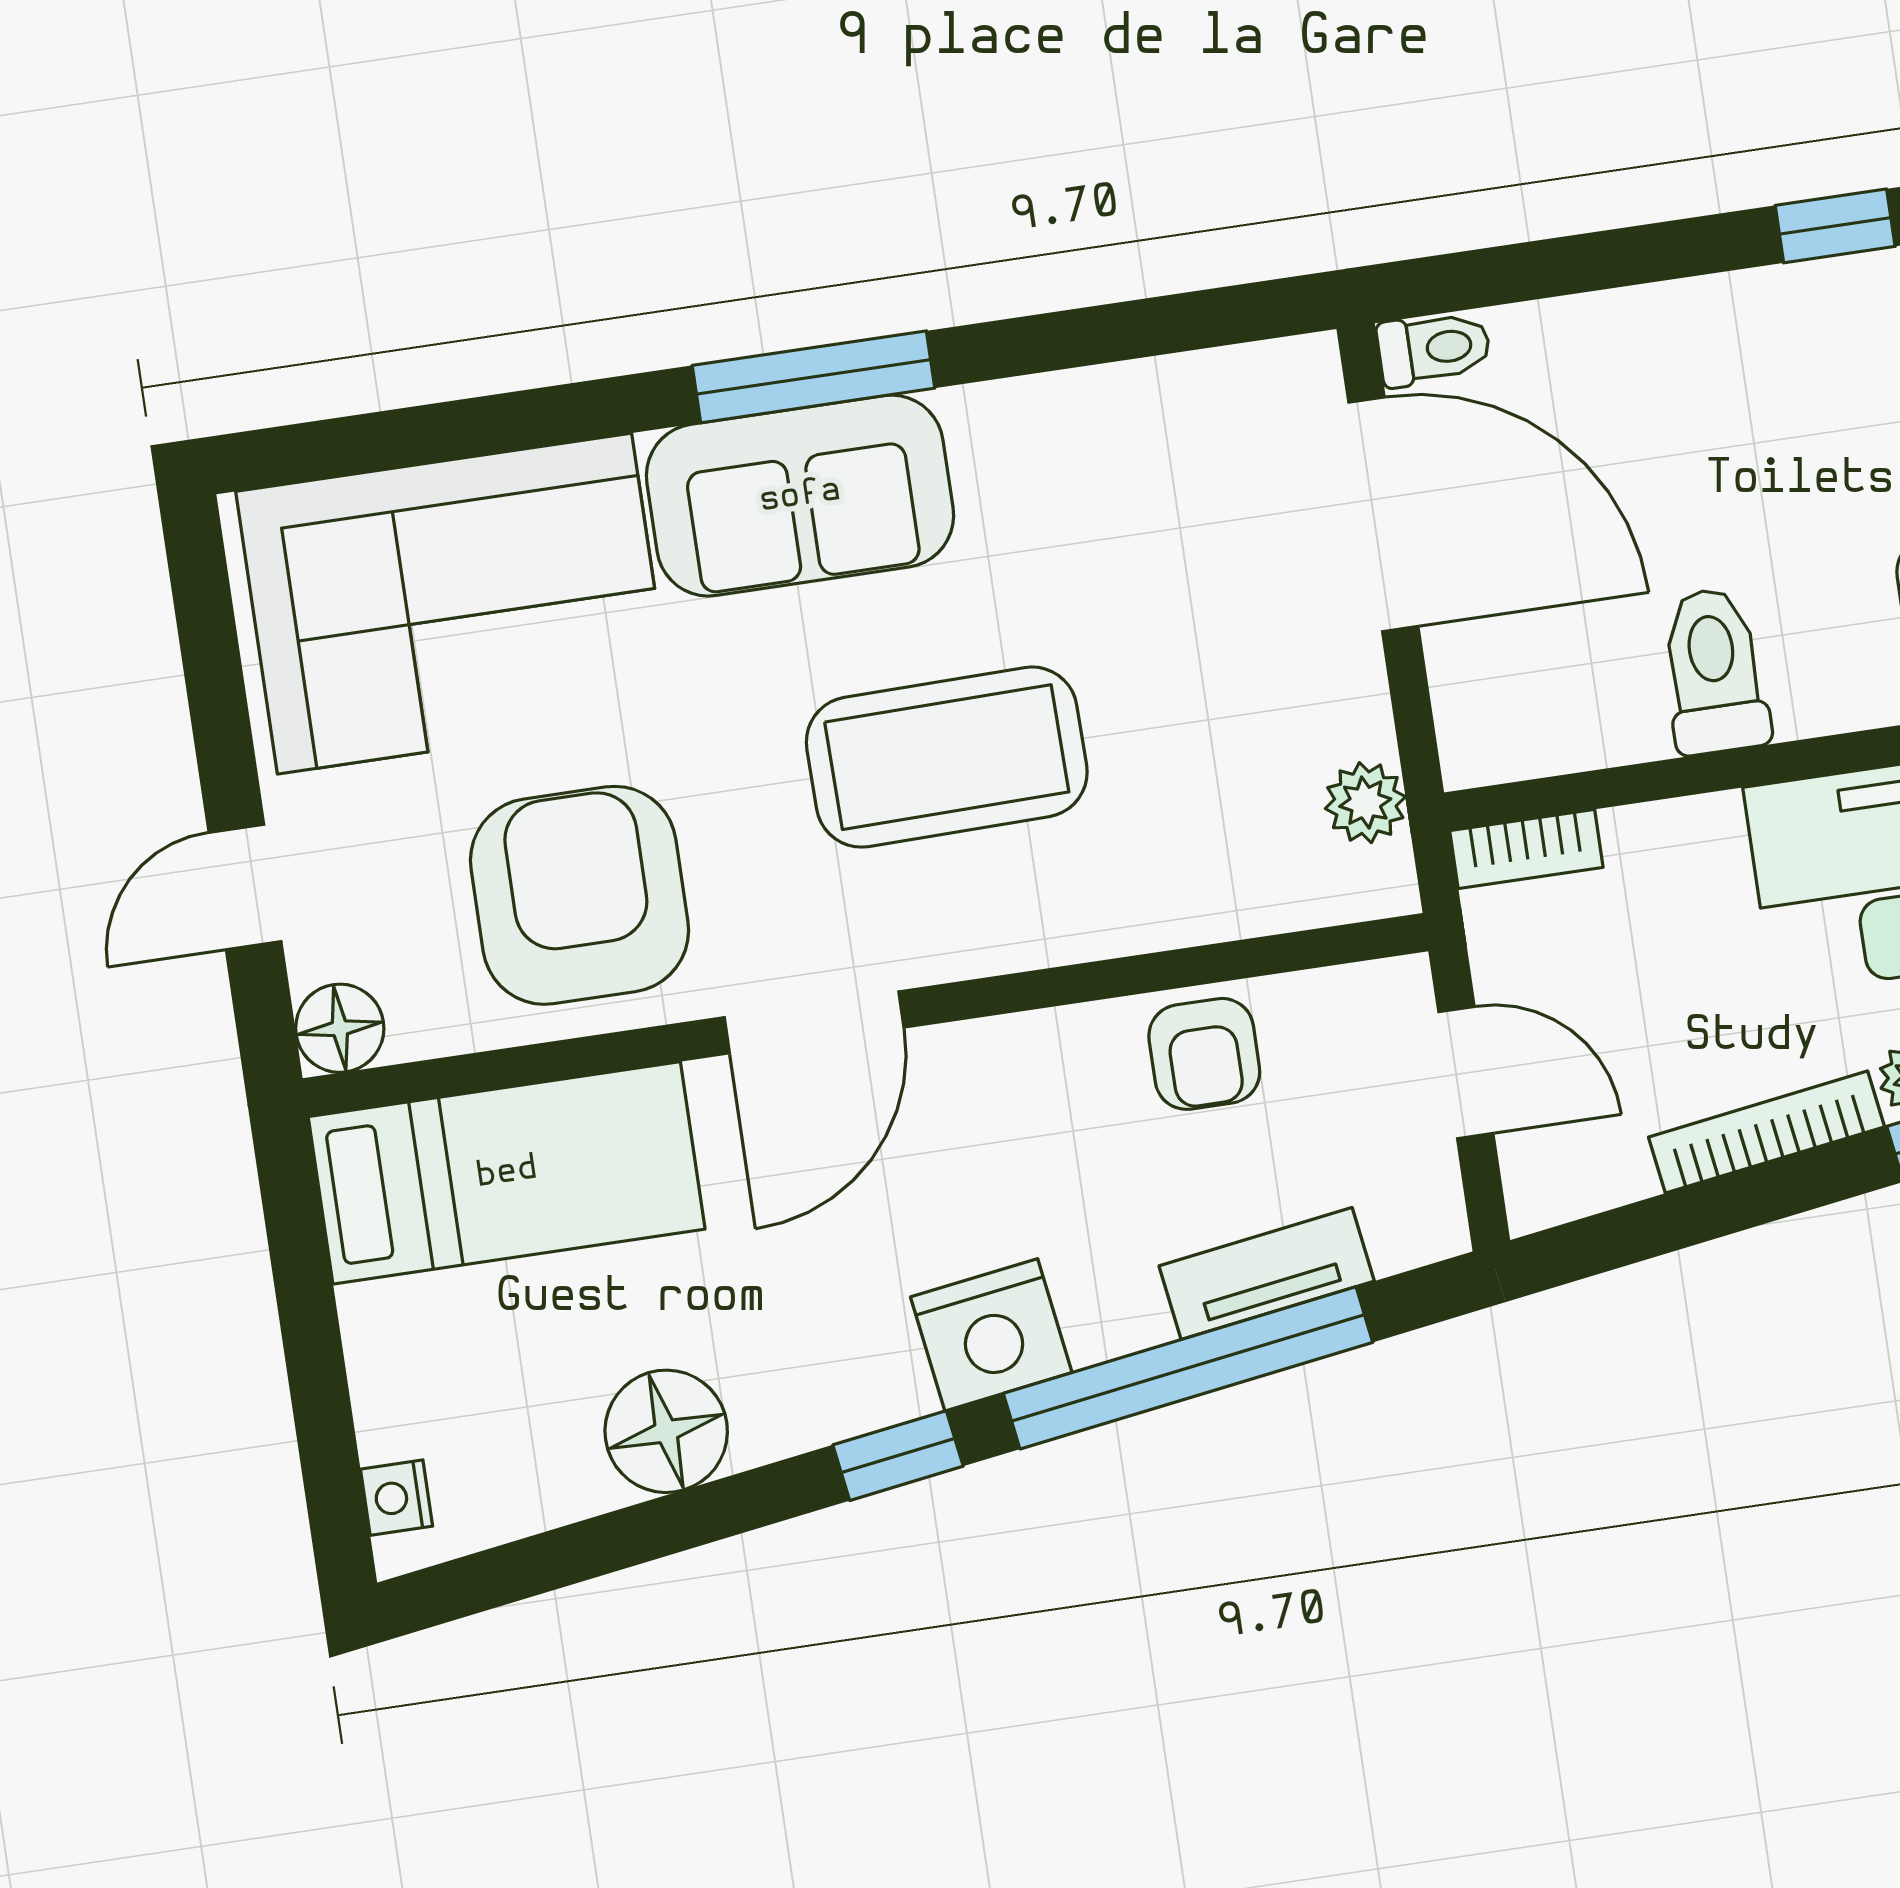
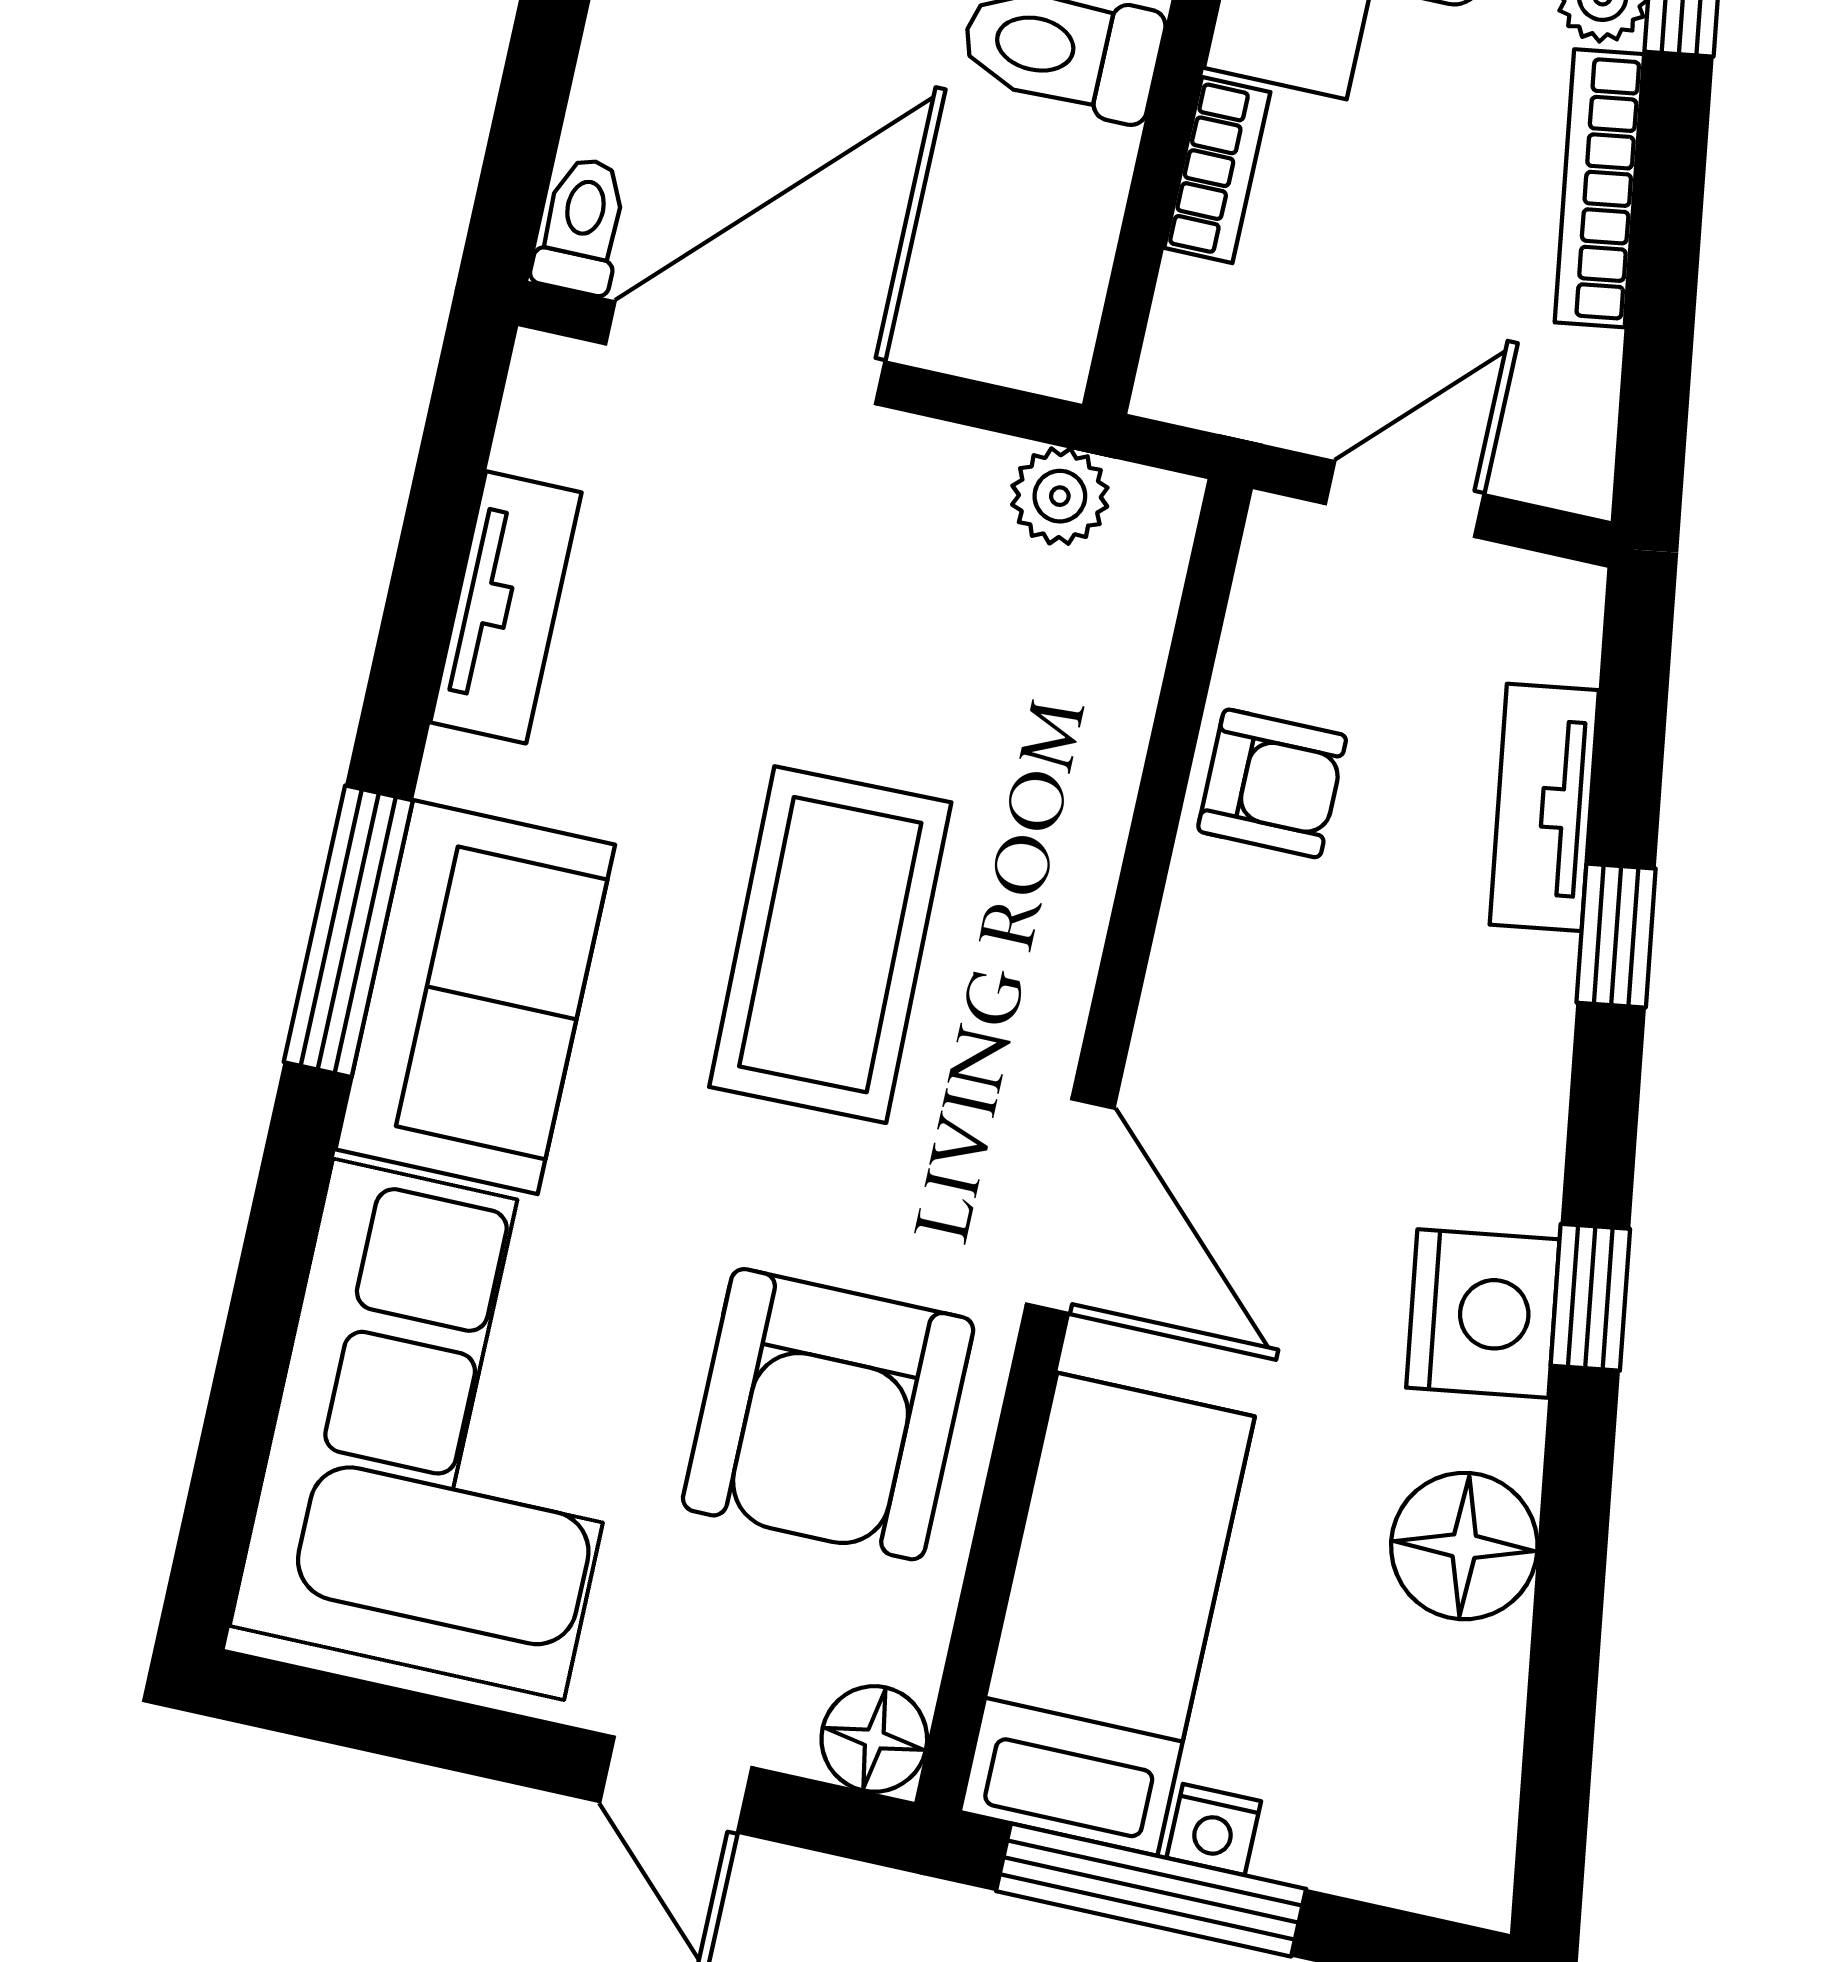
tv unit: (1113, 403) -> (506, 607), added
bookcase: (1526, 849) -> (1217, 170), moved
armchair: (580, 895) -> (828, 1414), turned -90
window: (304, 1289) -> (1151, 1890), added
nightstand: (991, 1335) -> (1483, 1314), moved
window: (1188, 1368) -> (1616, 936), width x0.32
nightstand: (396, 1498) -> (1214, 1829), moved

